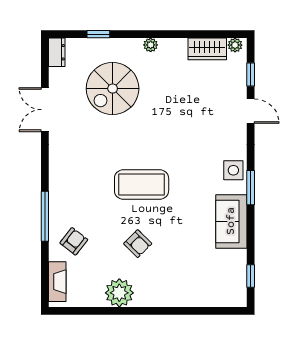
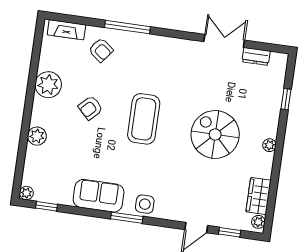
dresser: (57, 52) -> (256, 56), moved
spiral stairs: (113, 89) -> (215, 134), moved
plant: (176, 297) -> (37, 136), added
plant: (239, 300) -> (26, 193), added

